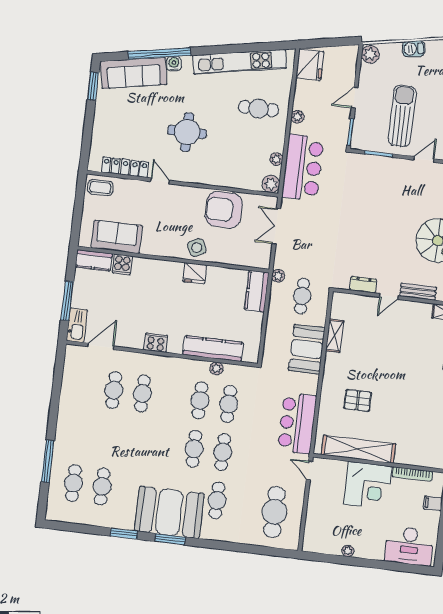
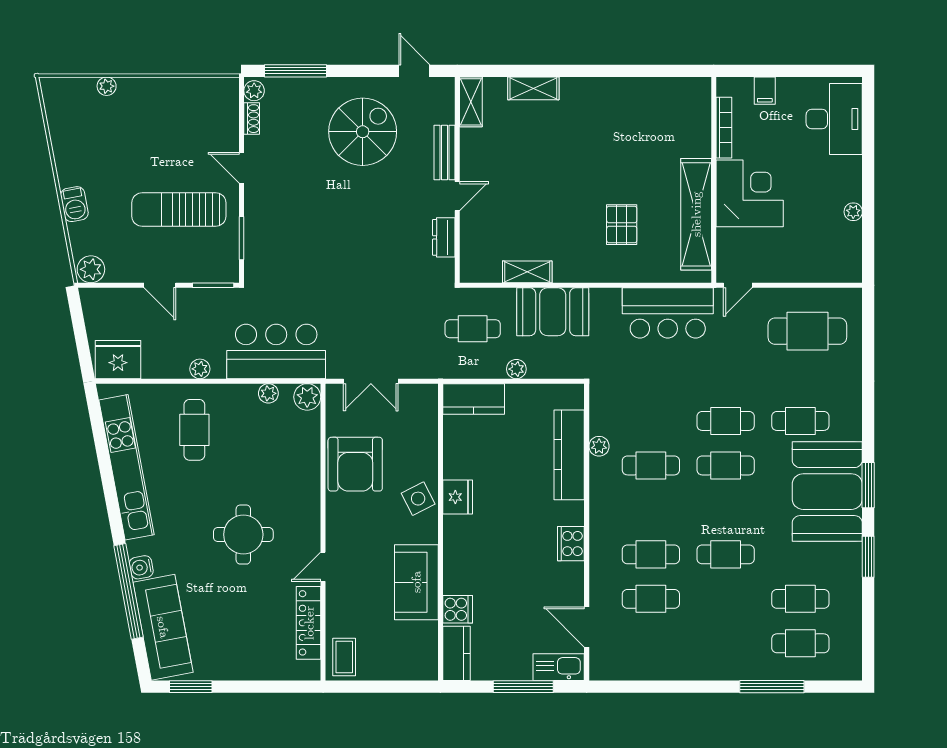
sofa: (117, 237) -> (416, 582), moved
plant: (278, 276) -> (516, 369), moved
door: (389, 296) -> (457, 196), hinge flipped
cafe table: (229, 404) -> (726, 554), moved

